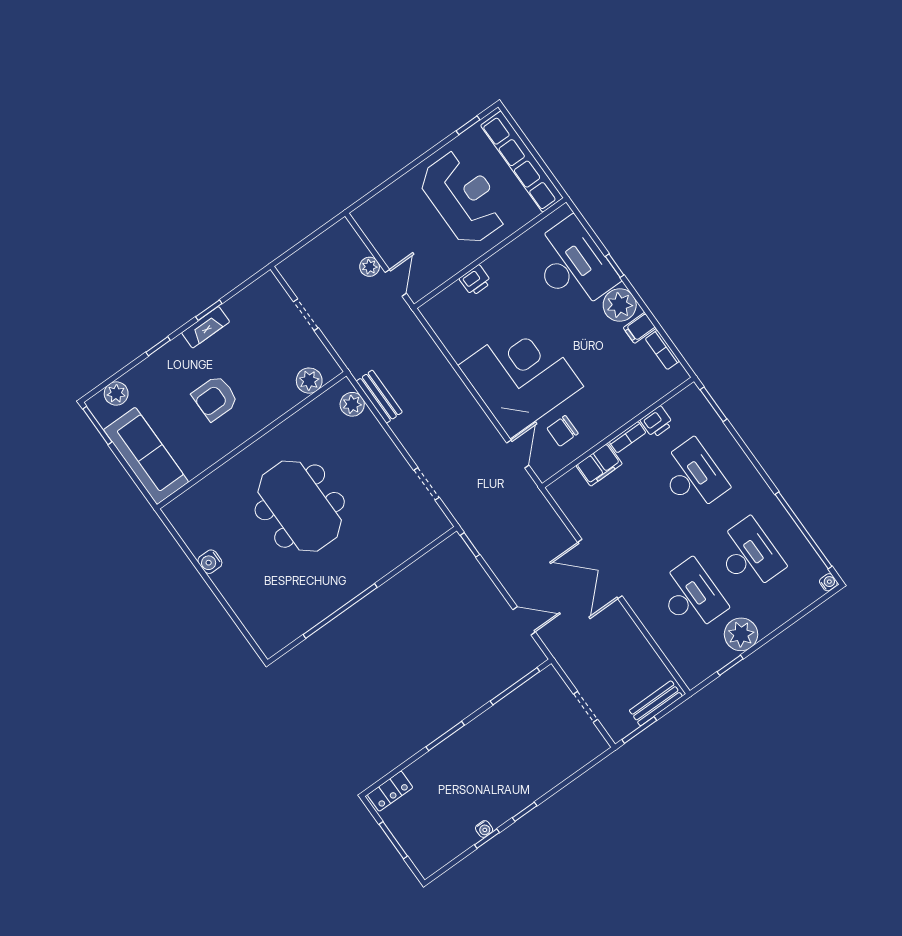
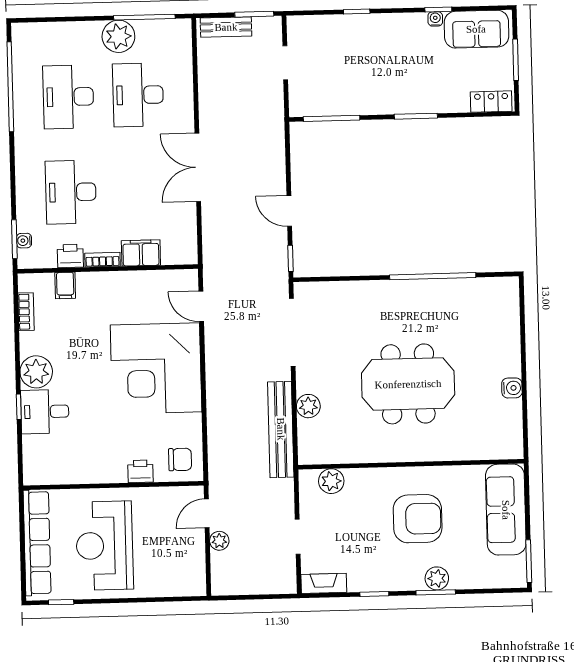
desk: (573, 265) -> (45, 412), width x0.53, depth x0.77
fireplace: (206, 327) -> (324, 583), moved
filing cabinet: (640, 328) -> (65, 285), moved, turned 90
window: (158, 346) -> (436, 592), width x1.50
plant: (116, 393) -> (437, 578), moved
bench: (379, 397) -> (281, 429), width x1.86, depth x1.21
armchair: (215, 398) -> (418, 519), width x1.36, depth x1.36
plant: (352, 404) -> (308, 406), moved
chair: (563, 431) -> (180, 459), moved
door: (518, 454) -> (201, 306), hinge flipped
doorway: (426, 484) -> (292, 332), width x1.88
meeting table: (300, 506) -> (408, 384), turned 90
double door: (600, 569) -> (198, 167), swing flipped
water cooler: (828, 582) -> (24, 241), moved
door: (524, 621) -> (289, 211), moved
window: (730, 665) -> (144, 17), width x2.17
window: (525, 812) -> (357, 12), moved
sofa: (444, 844) -> (476, 29), added

